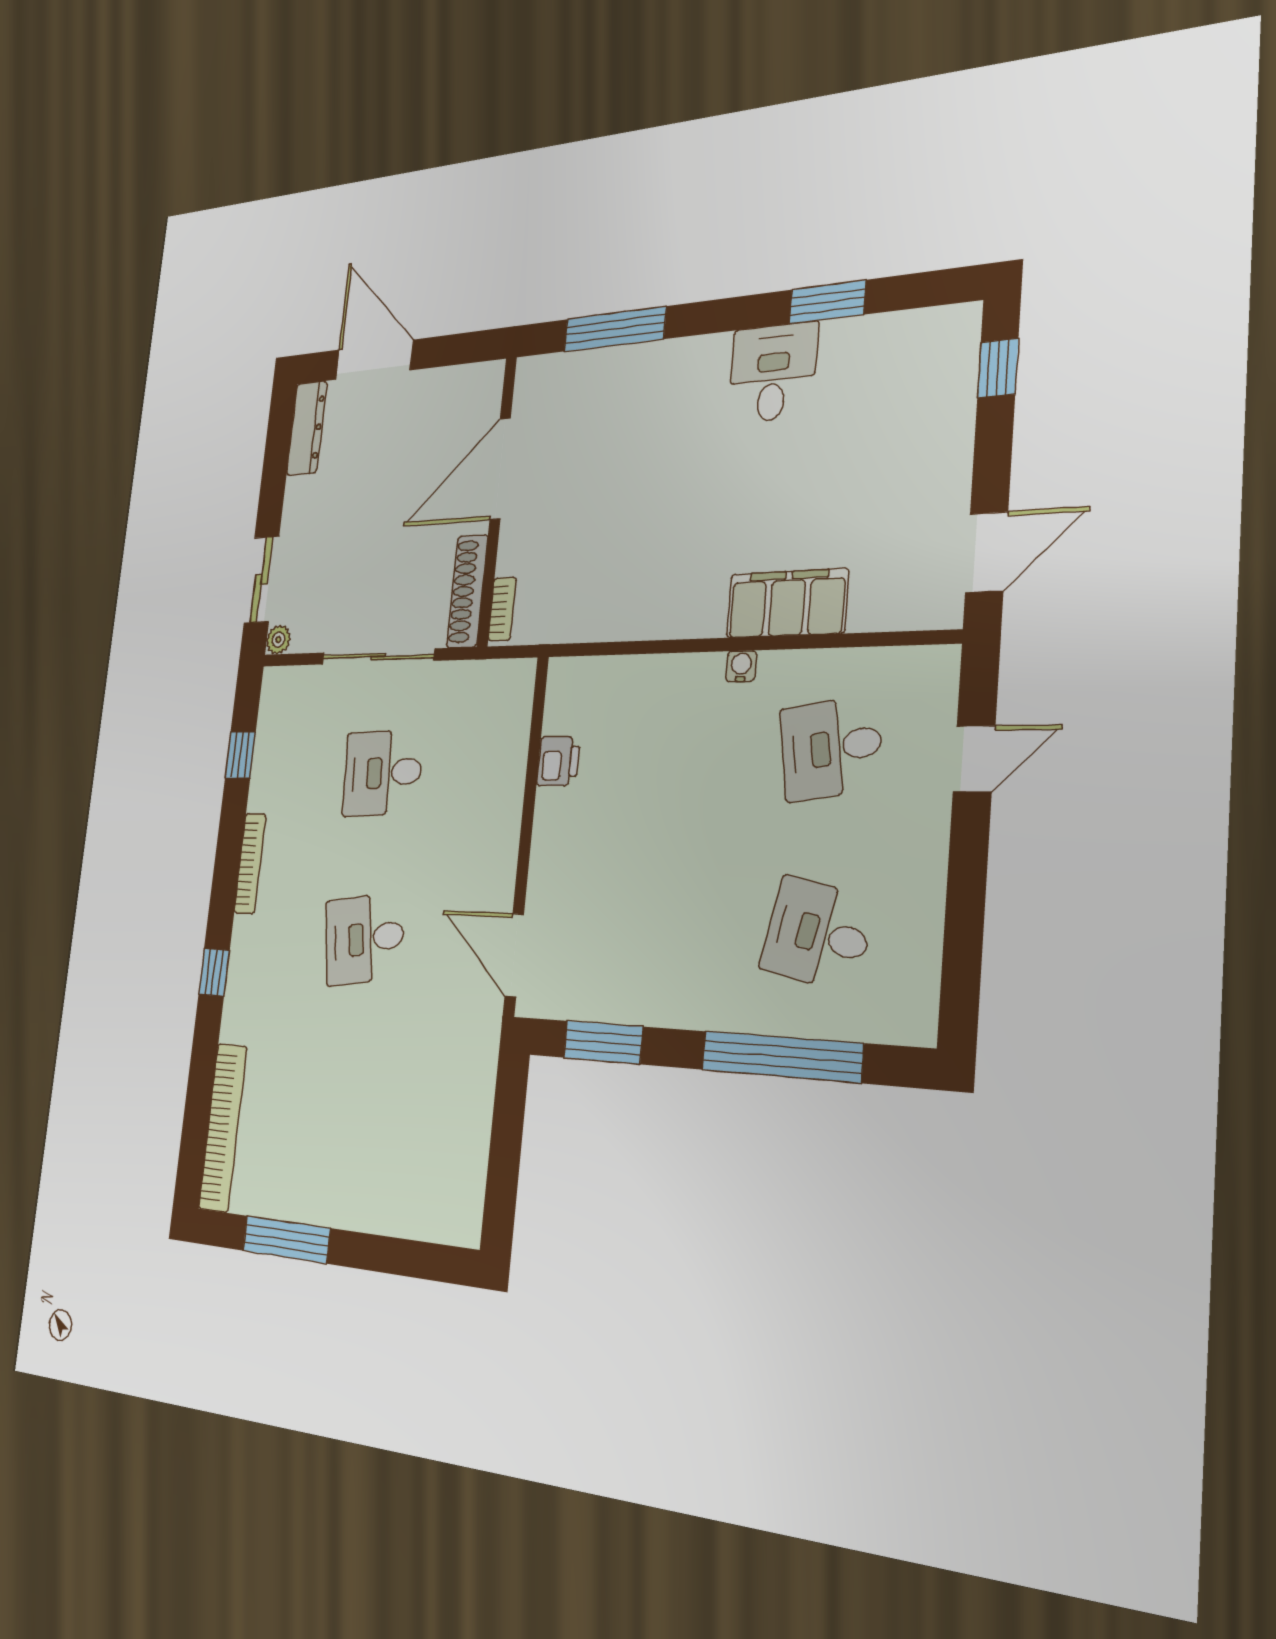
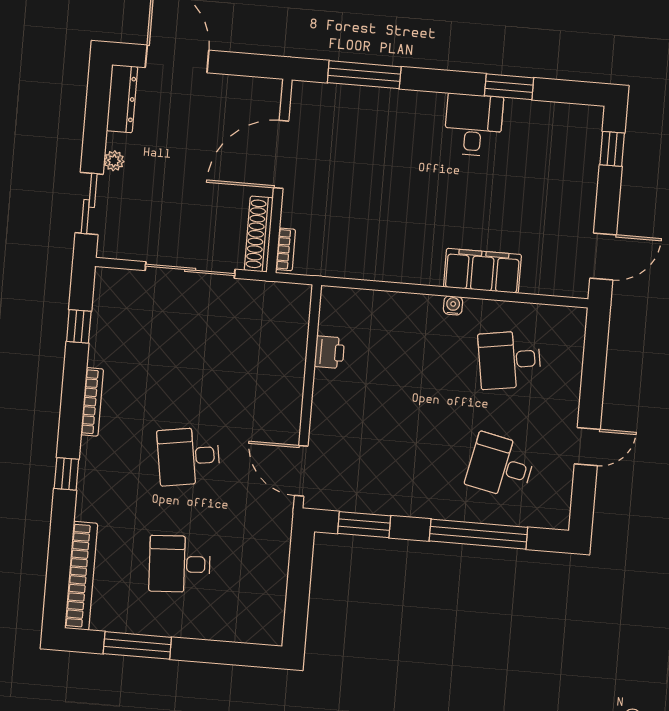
plant: (278, 640) -> (114, 161), moved
door: (974, 759) -> (587, 447), moved
desk: (383, 773) -> (180, 564), moved

